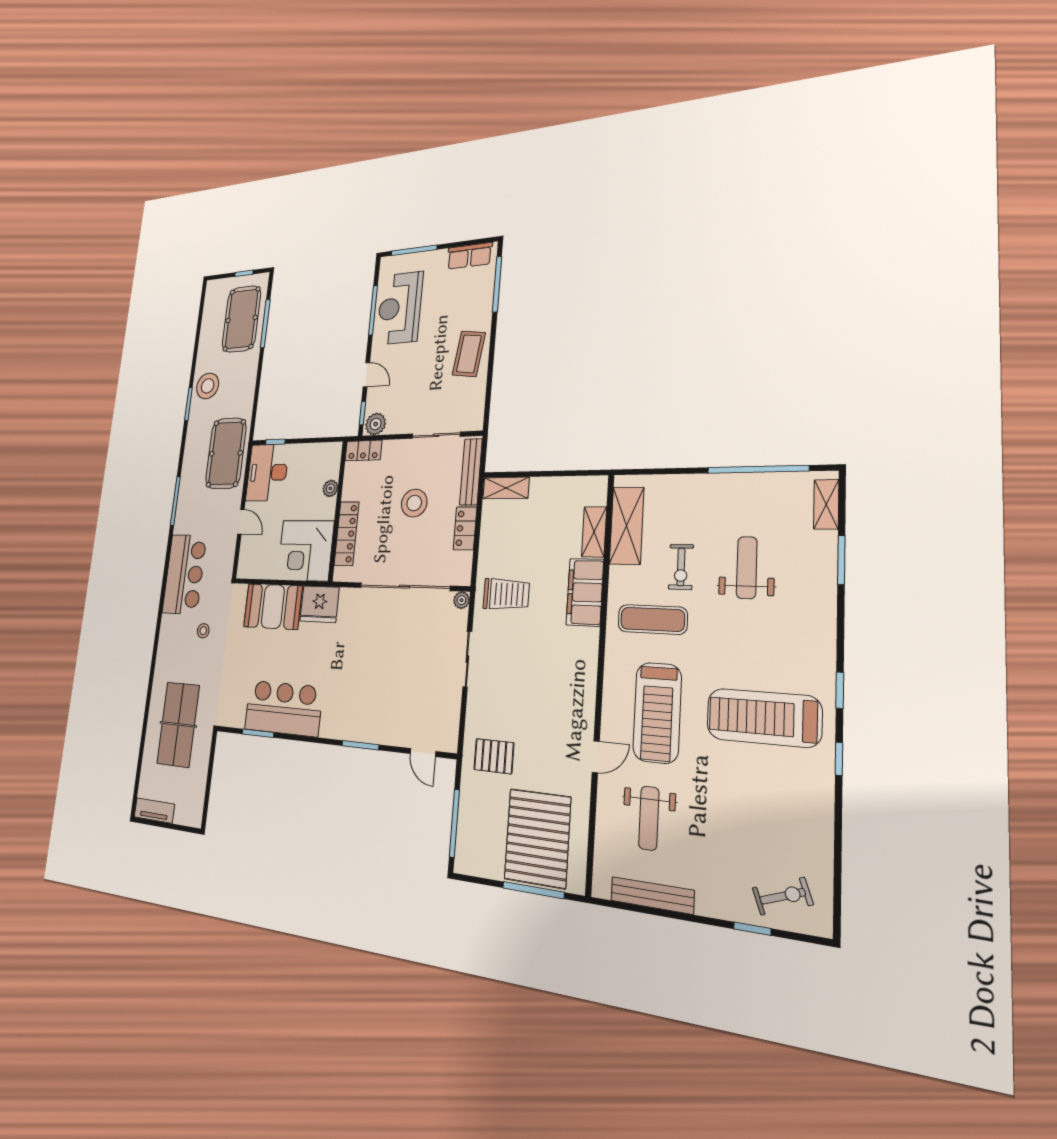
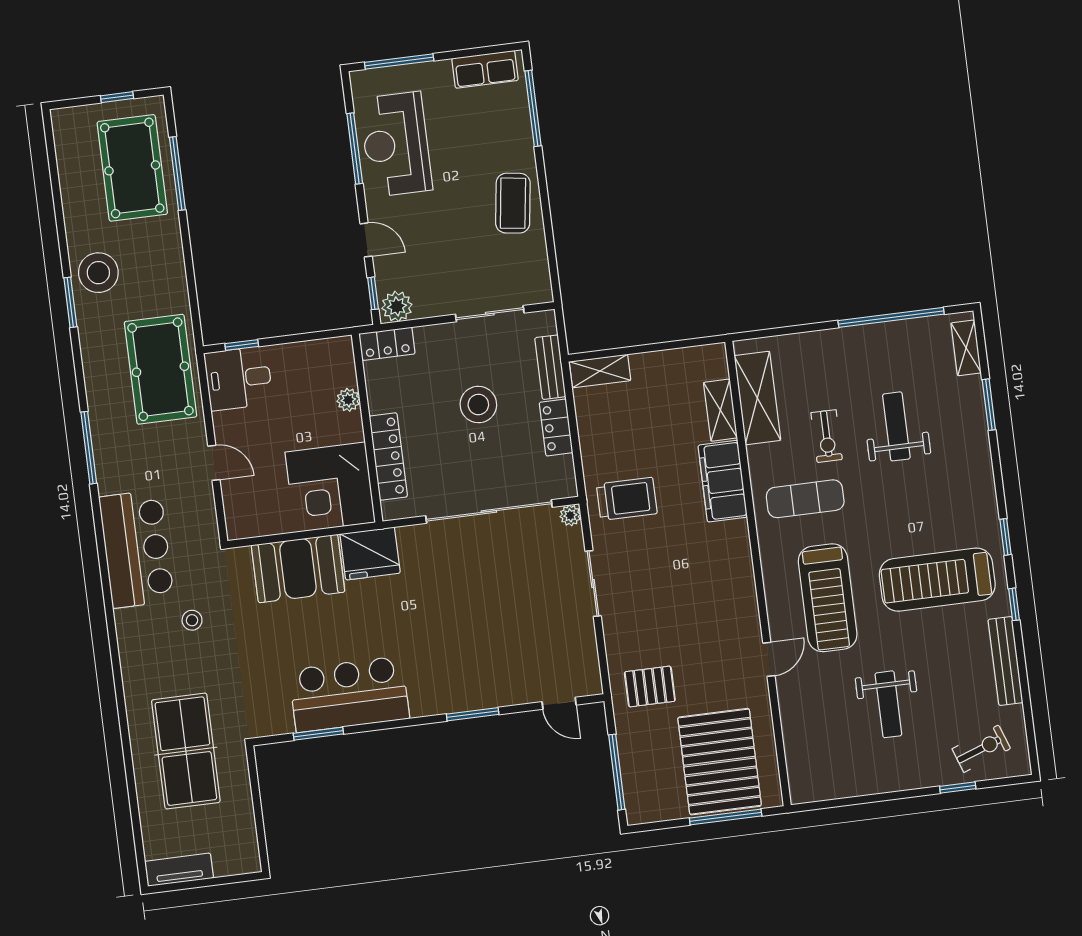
bench: (471, 472) -> (550, 367), width x0.73
desk: (267, 473) -> (239, 378), width x0.73
weight bench: (649, 818) -> (888, 704), moved
bench: (652, 895) -> (1005, 661), moved, turned 90

